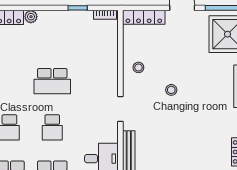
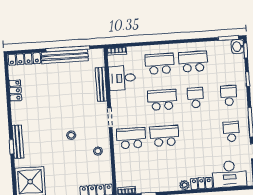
school desk: (95, 81) -> (131, 138), added
school desk: (52, 127) -> (162, 100), width x1.85

